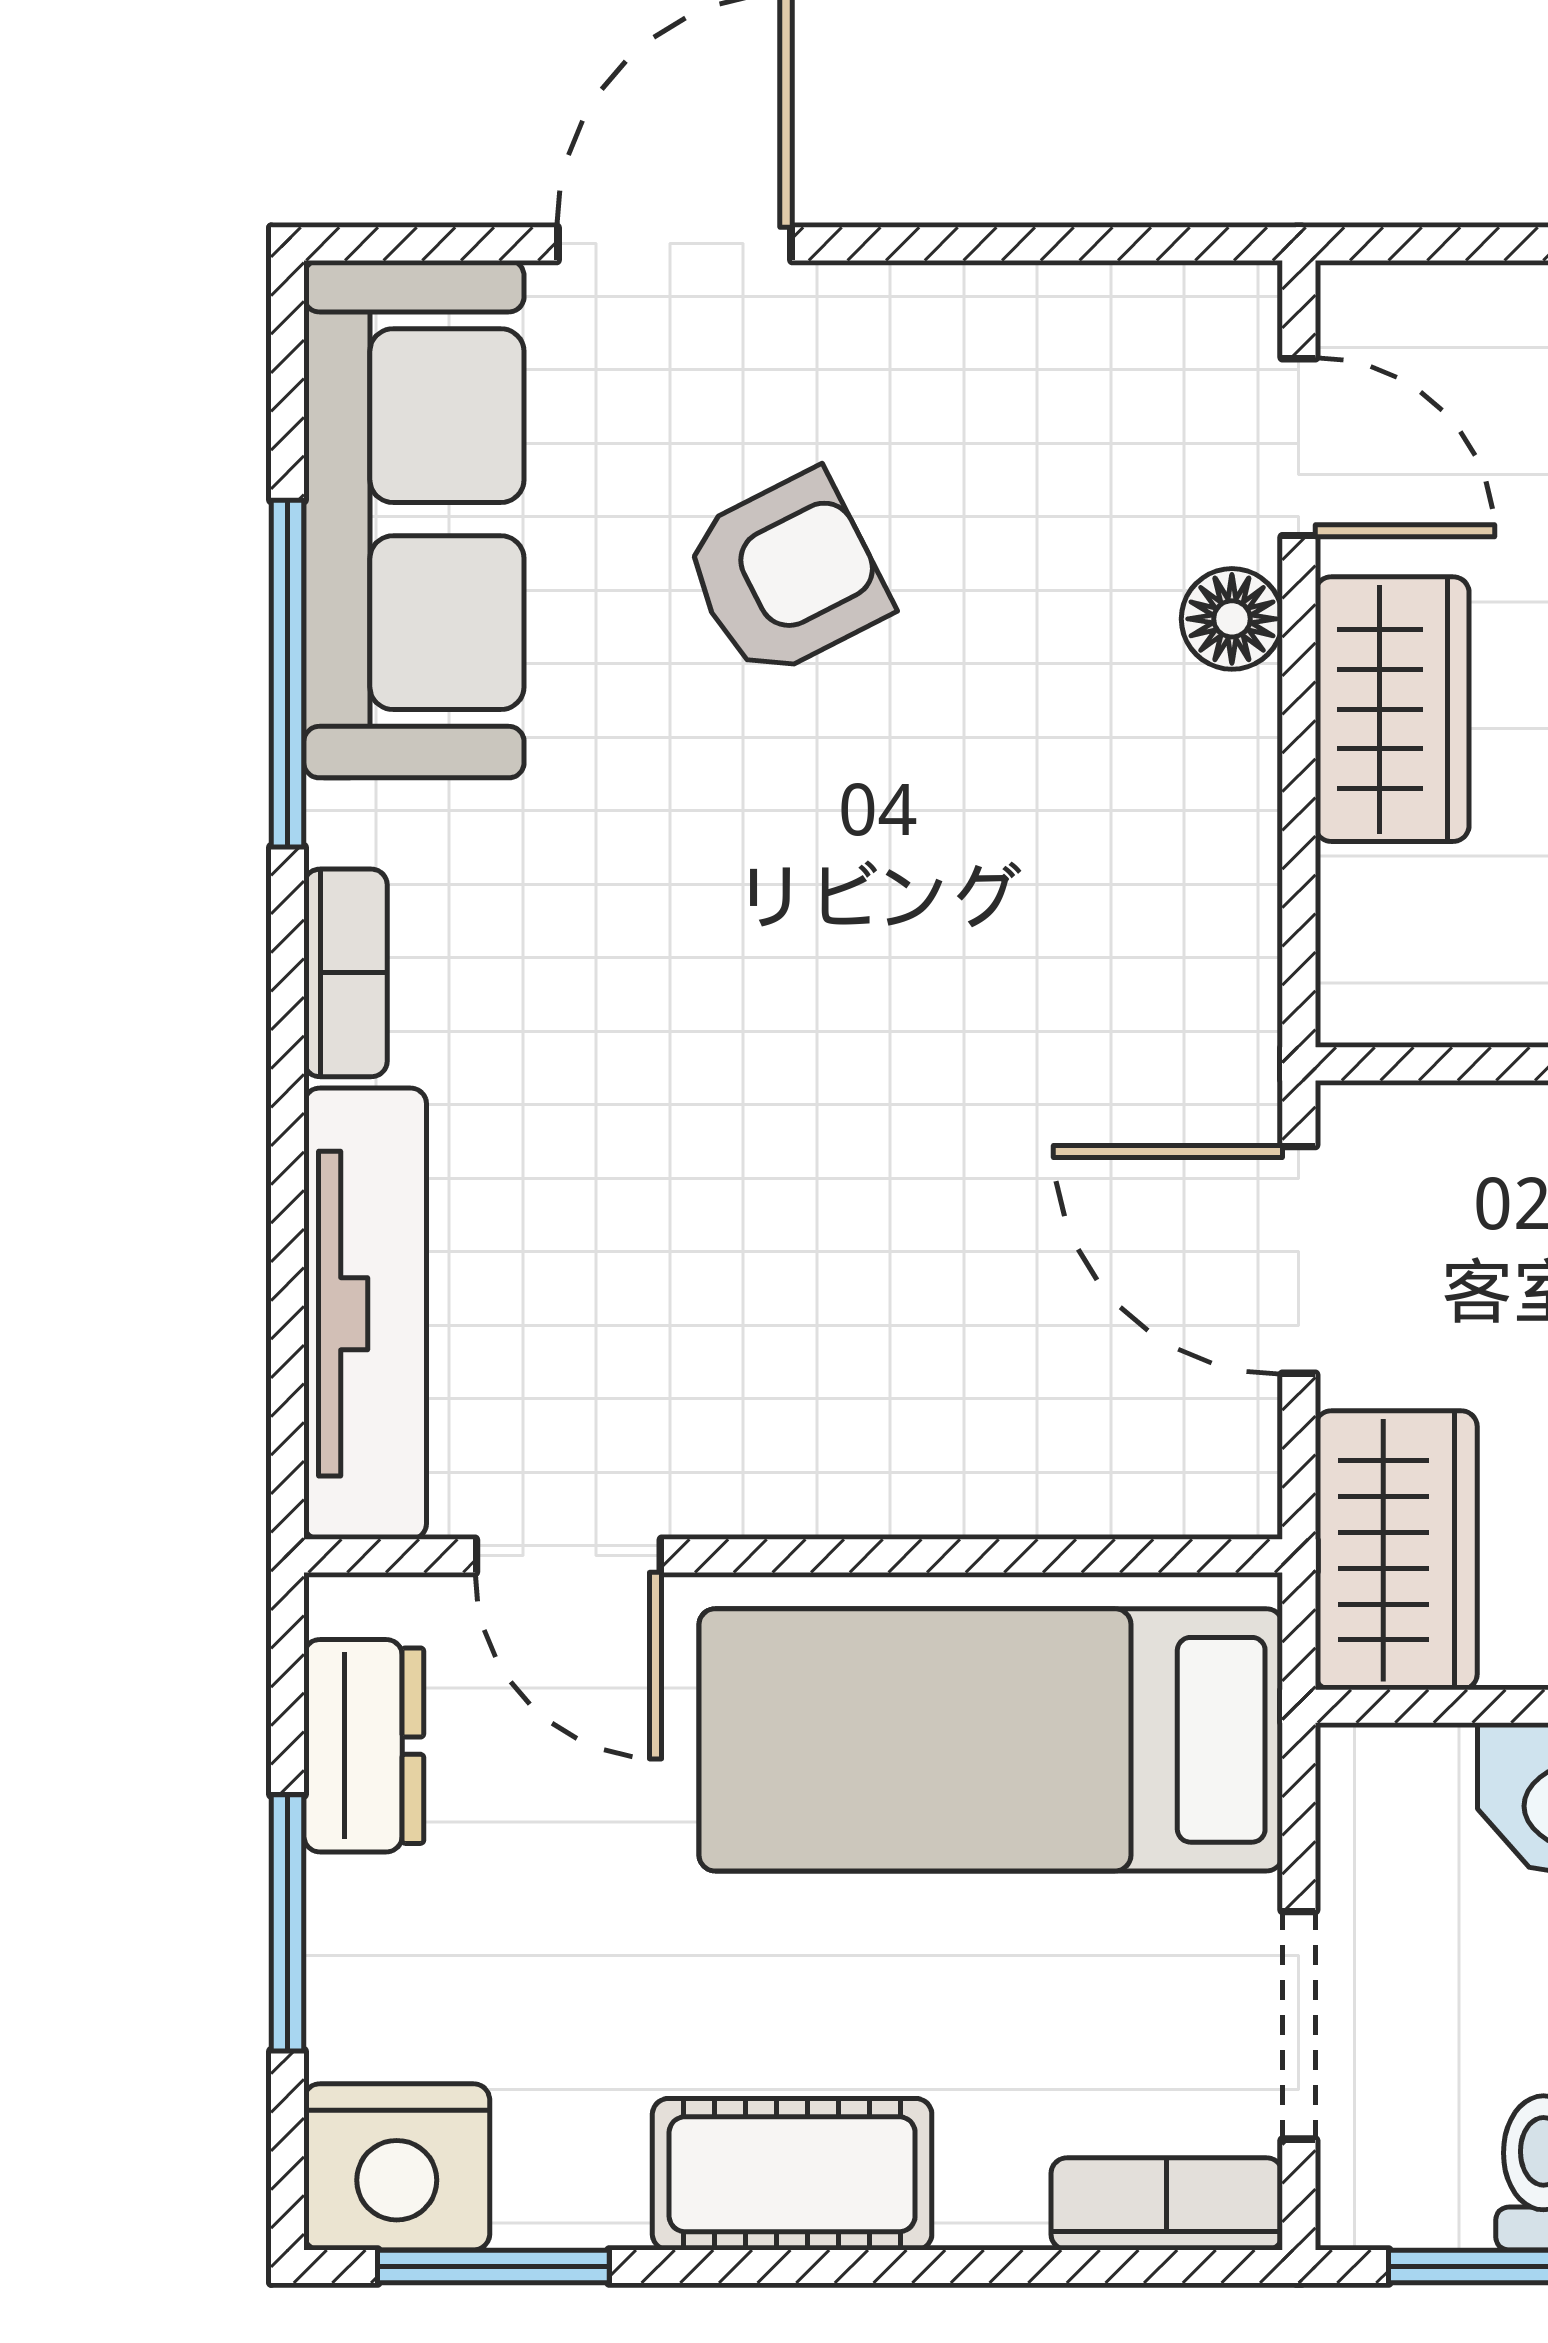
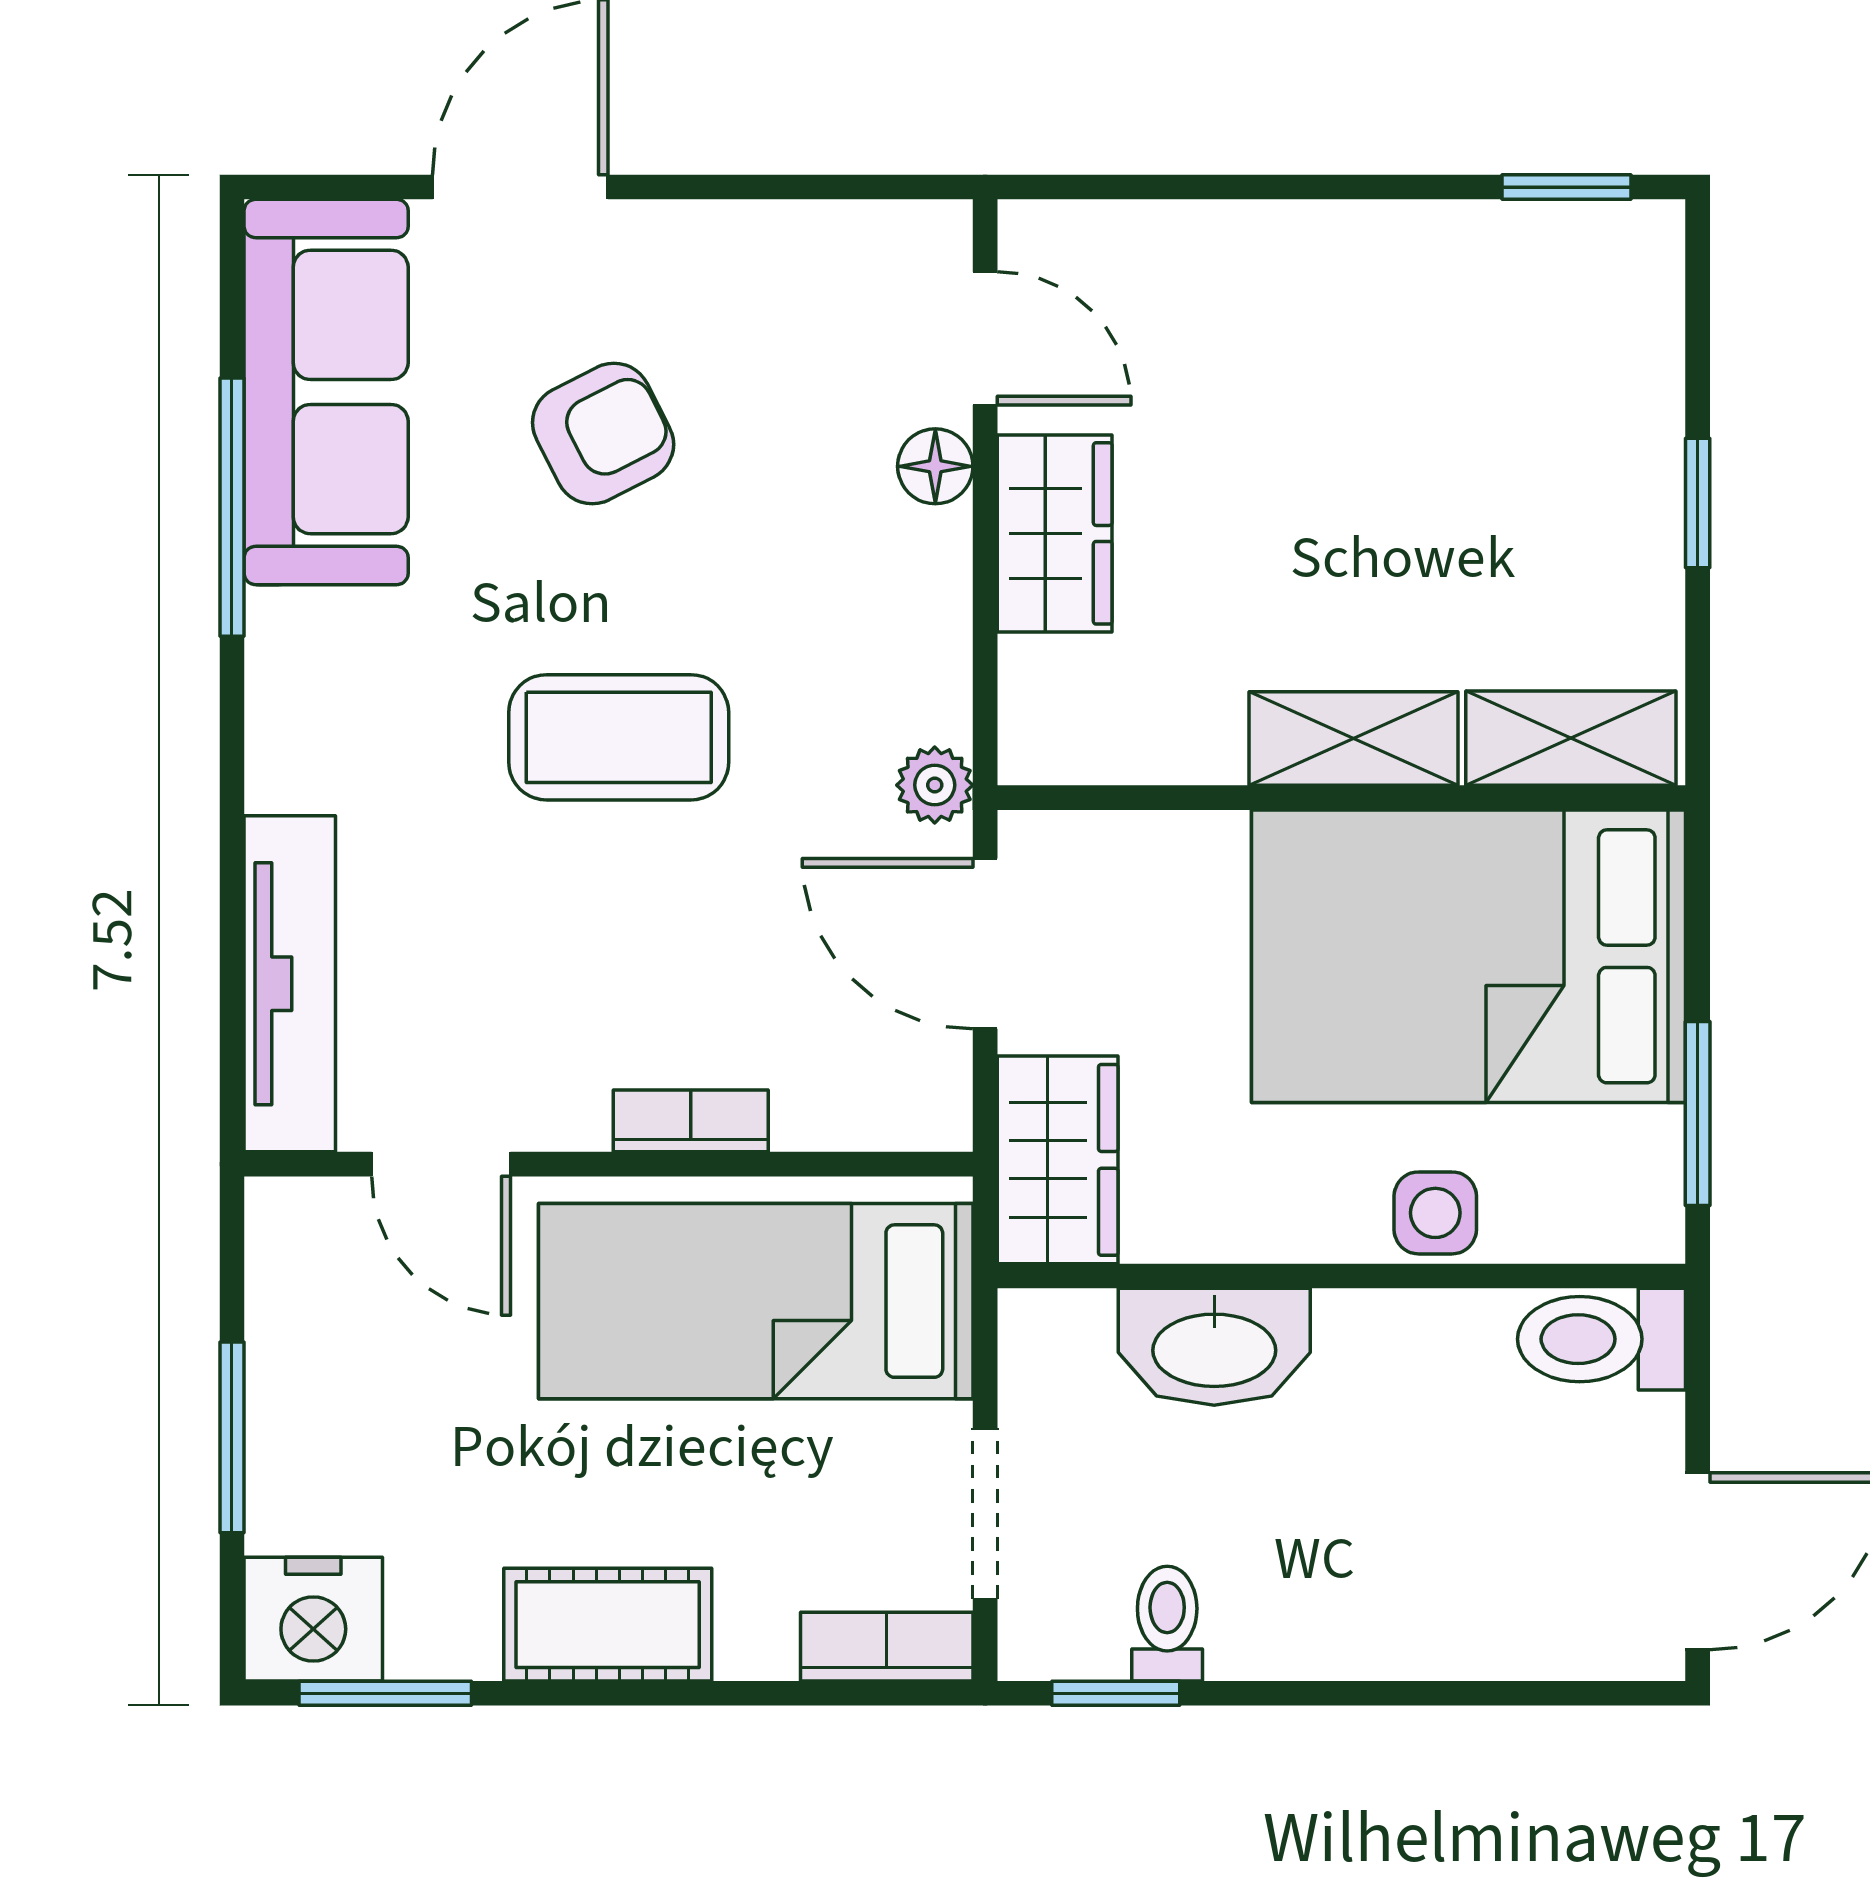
bookcase: (346, 973) -> (691, 1121), moved, turned -90
coffee table: (807, 983) -> (619, 737), added
plant: (1231, 1047) -> (935, 785), added
dresser: (364, 1746) -> (289, 1305), removed

